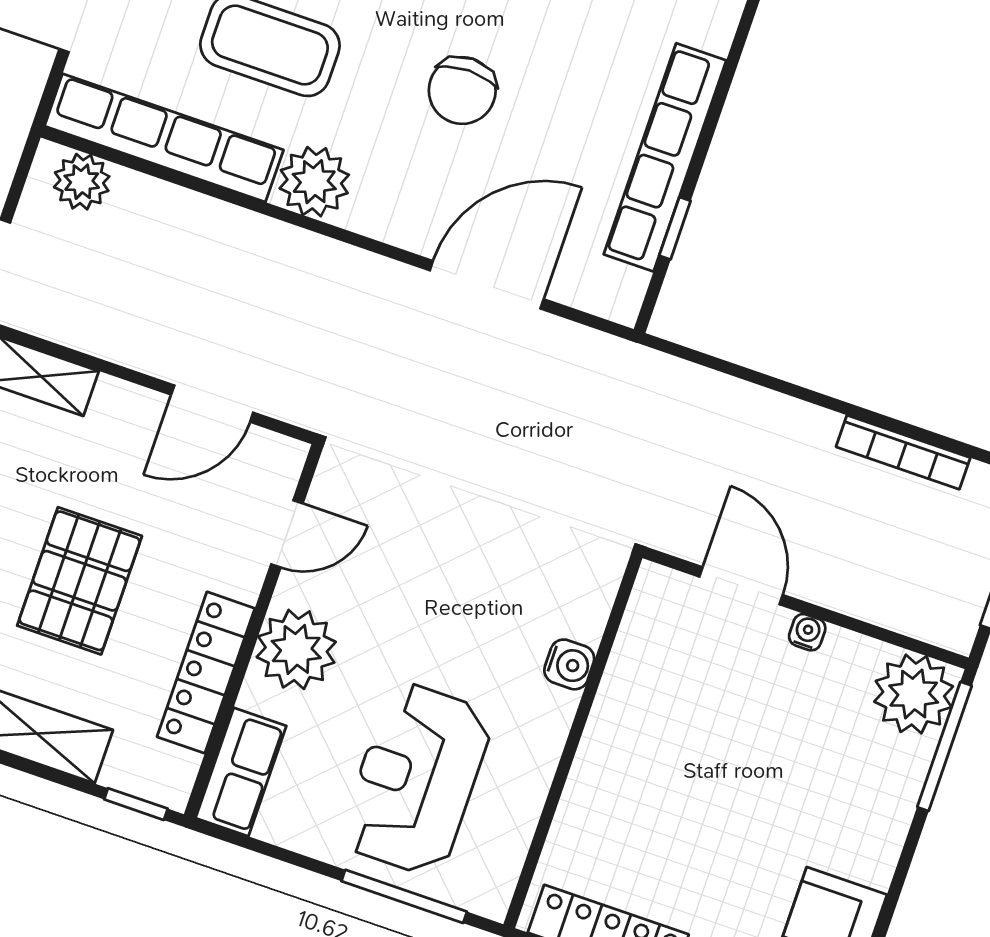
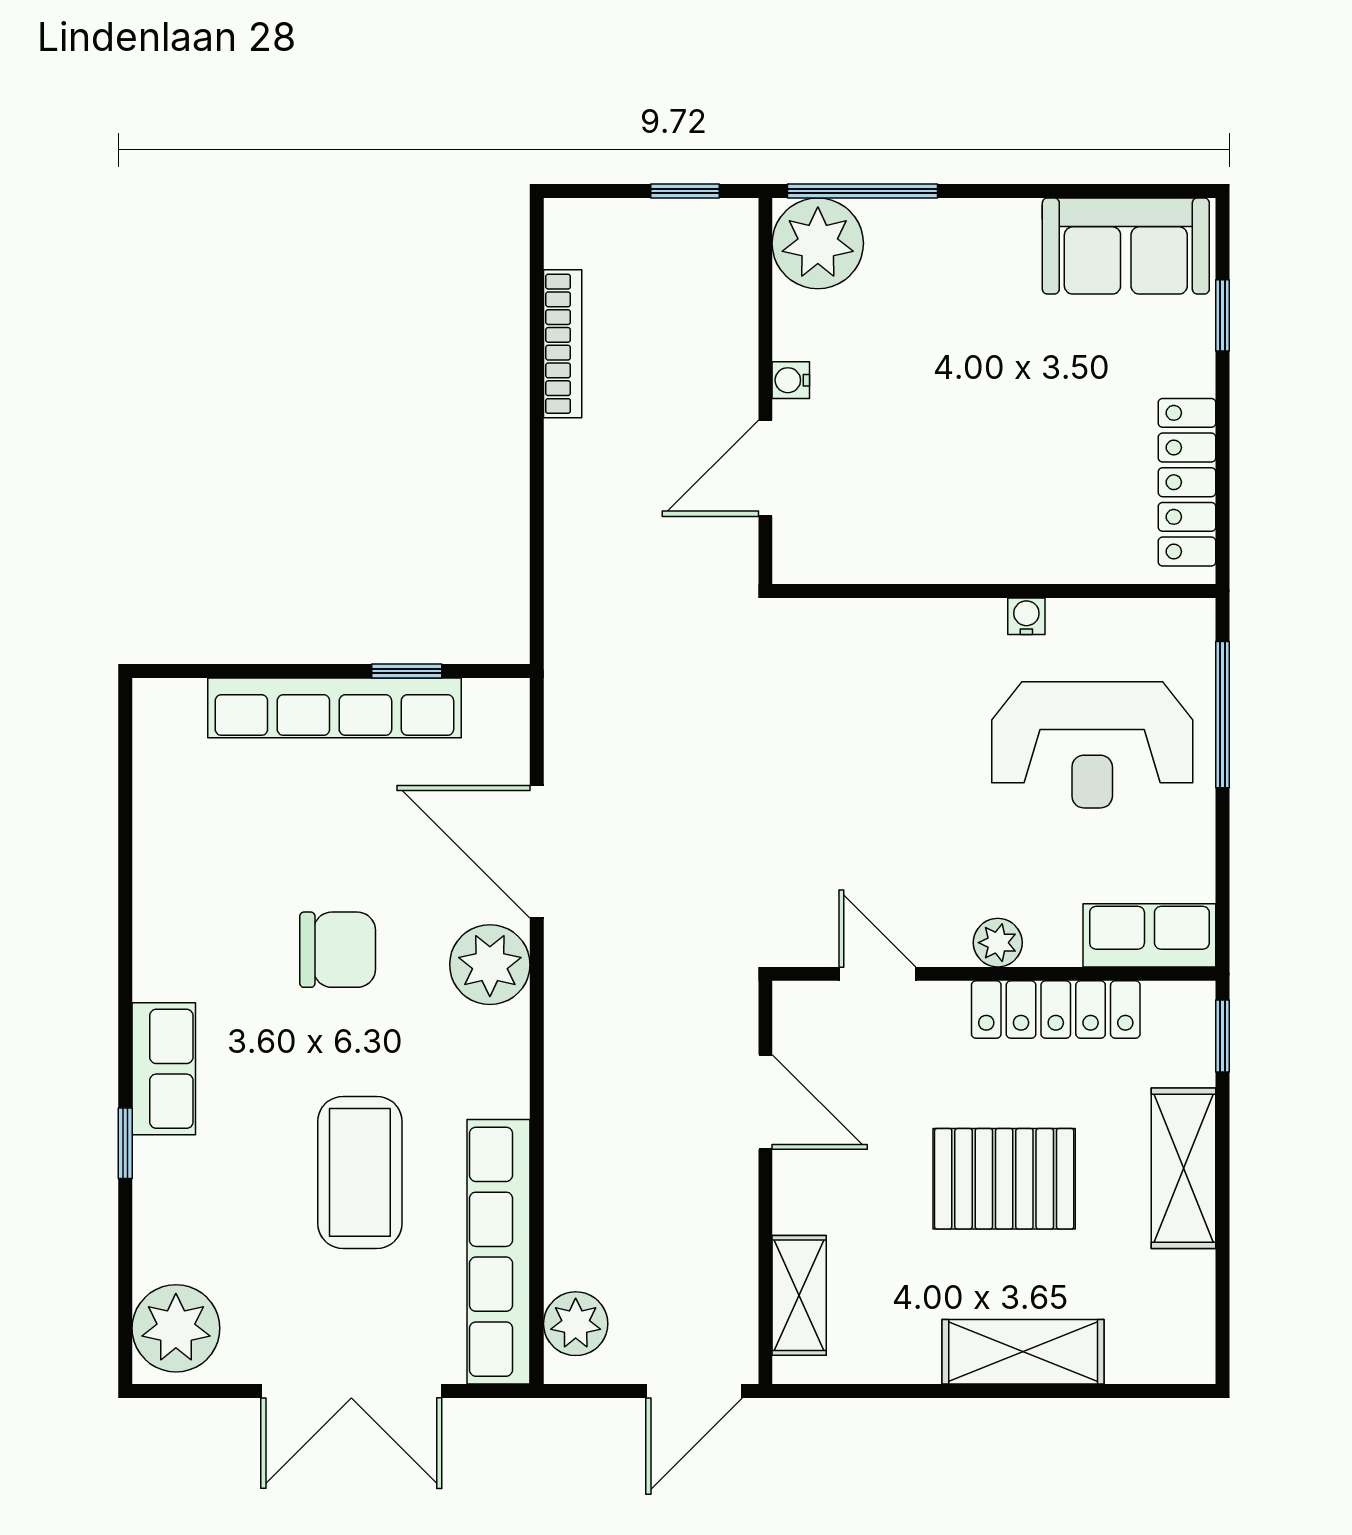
plant: (314, 182) -> (490, 965), moved
plant: (296, 649) -> (998, 943), width x0.53, depth x0.53
water cooler: (569, 664) -> (1026, 616), moved, width x0.72, depth x0.72

